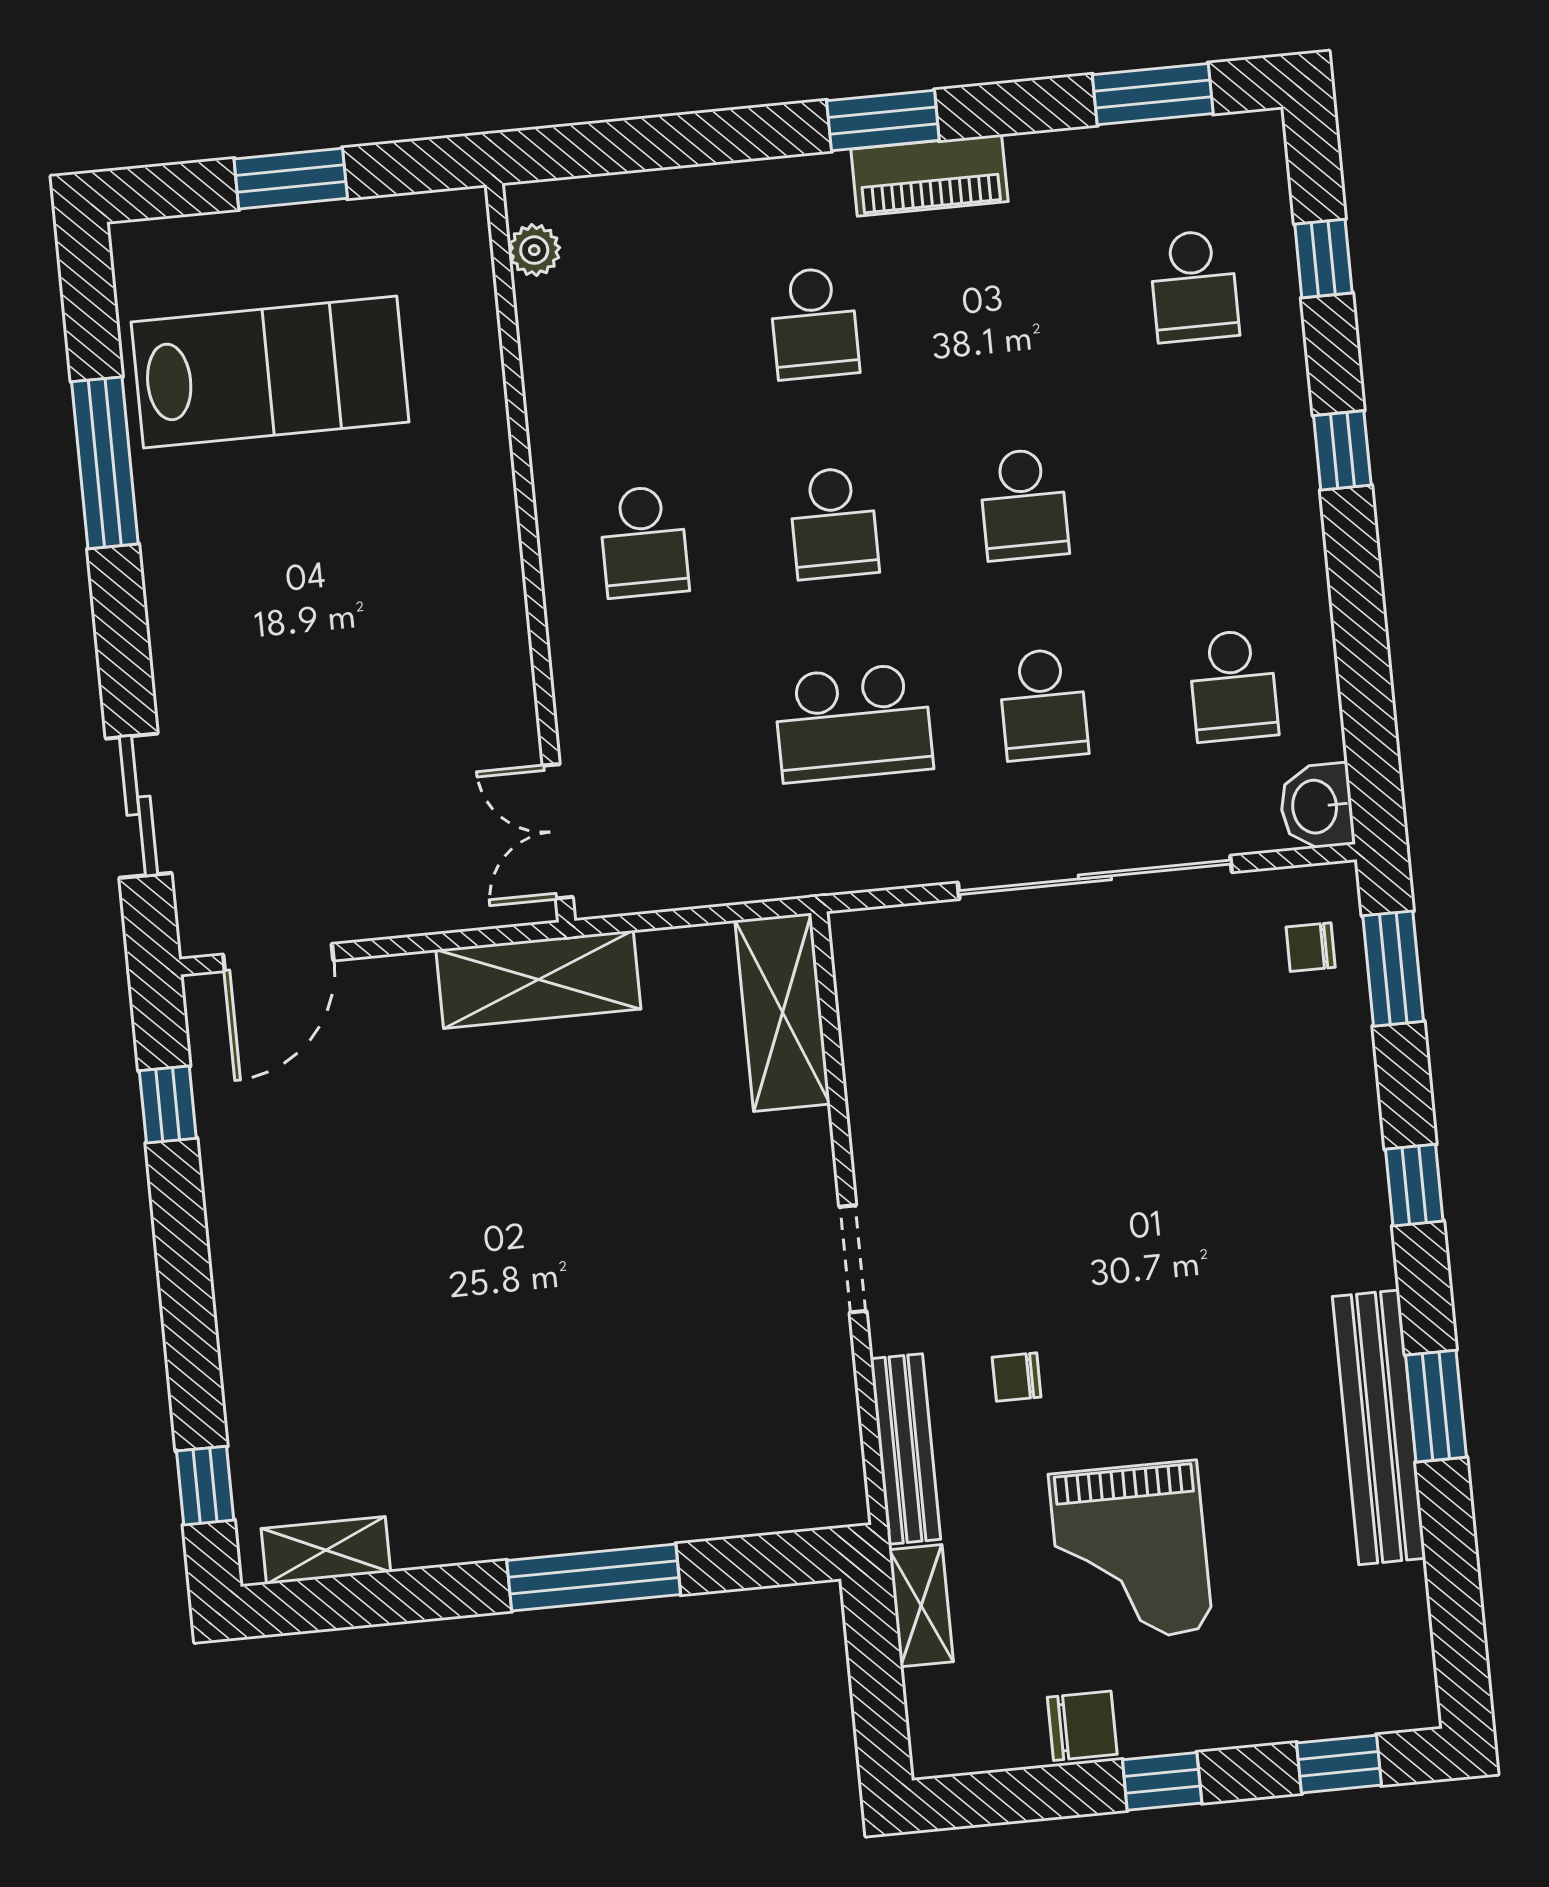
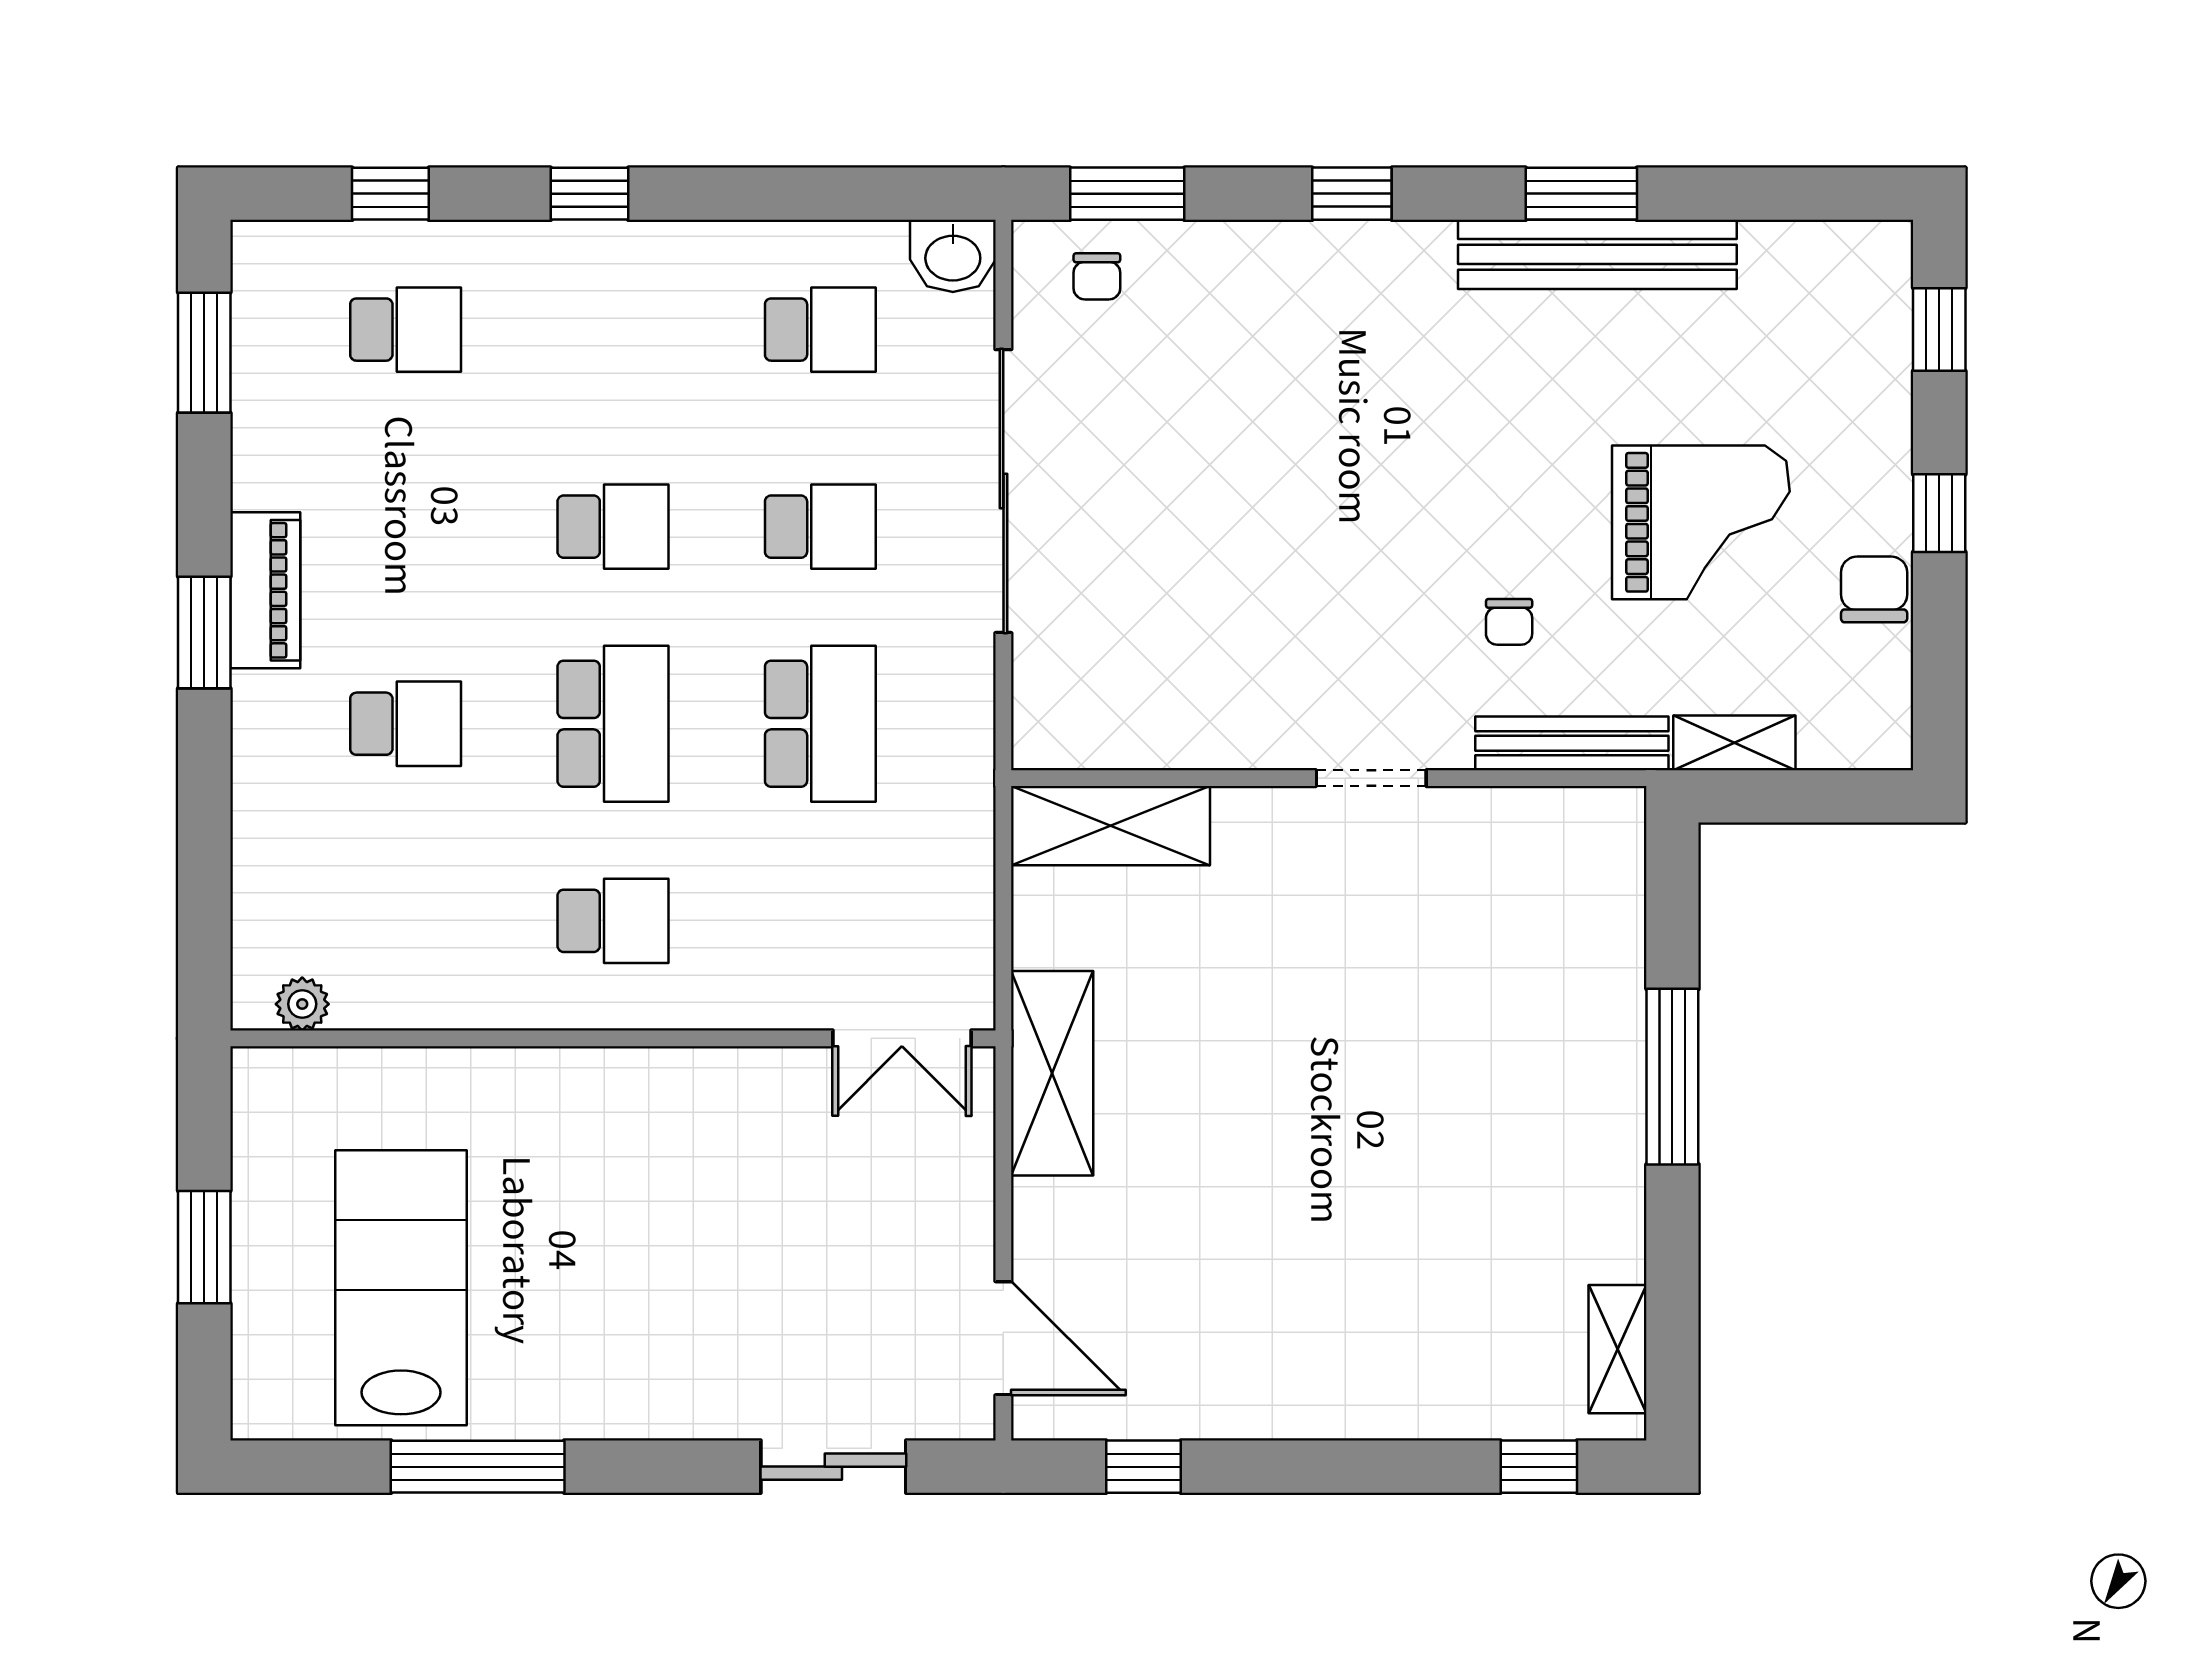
school desk: (834, 523) -> (613, 724), width x1.85

